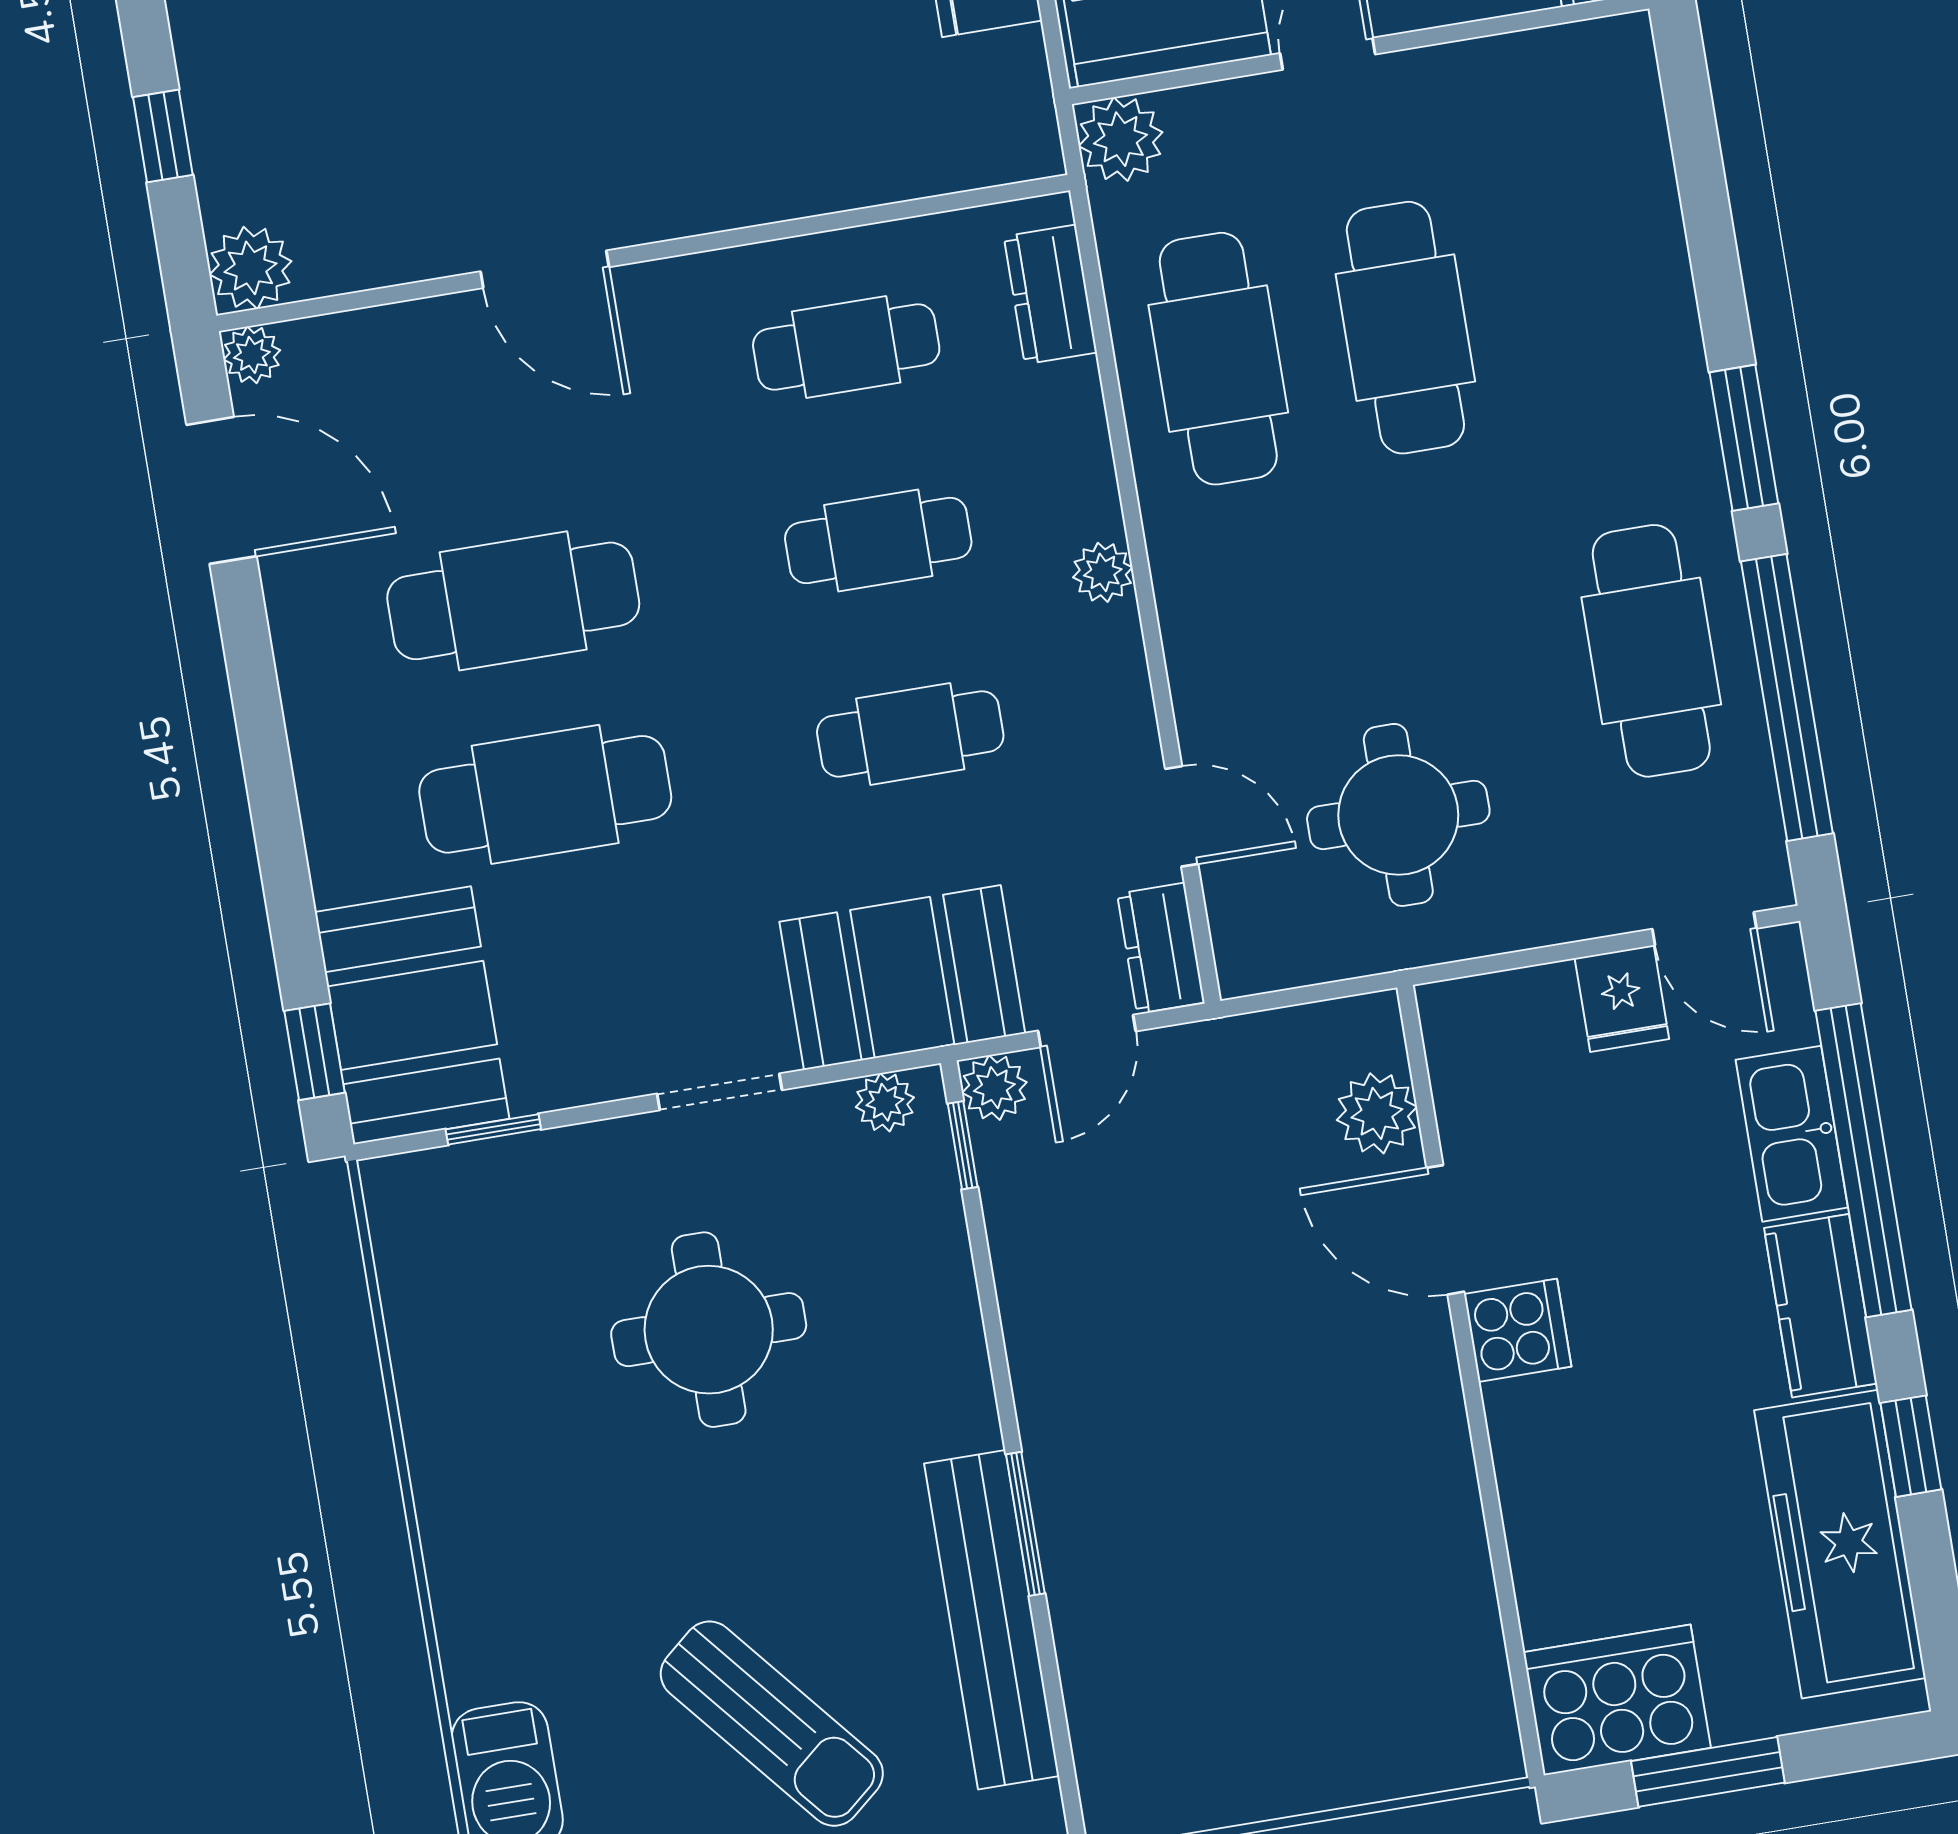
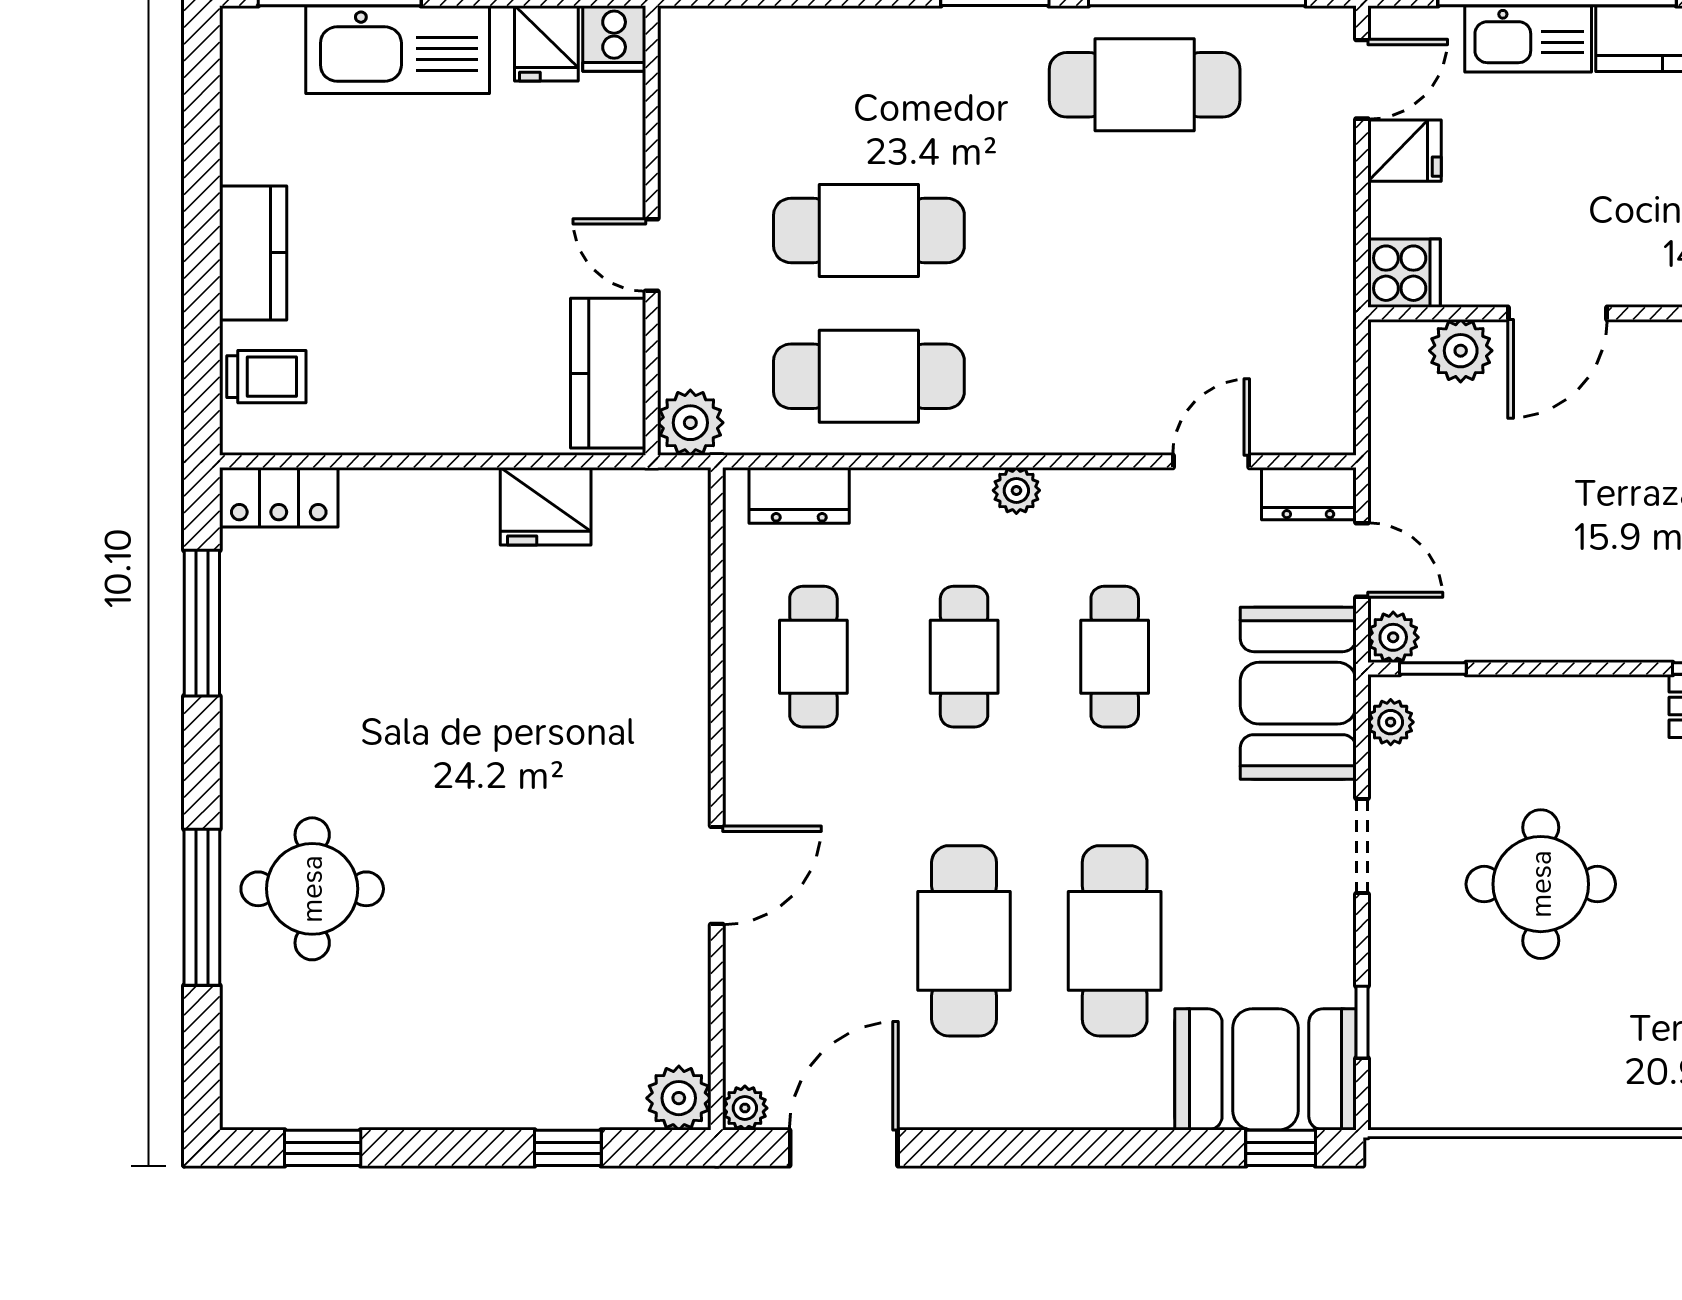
round table: (1398, 815) -> (1237, 297), removed
cooker: (1518, 1330) -> (1404, 273), moved, turned 90

